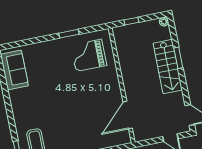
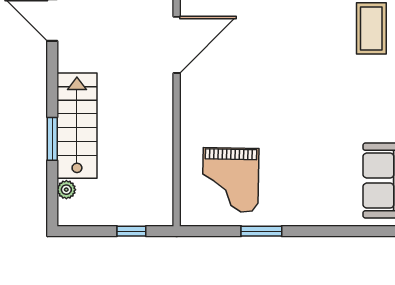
plant: (164, 22) -> (66, 190), moved
grand piano: (89, 55) -> (231, 180), turned 91

